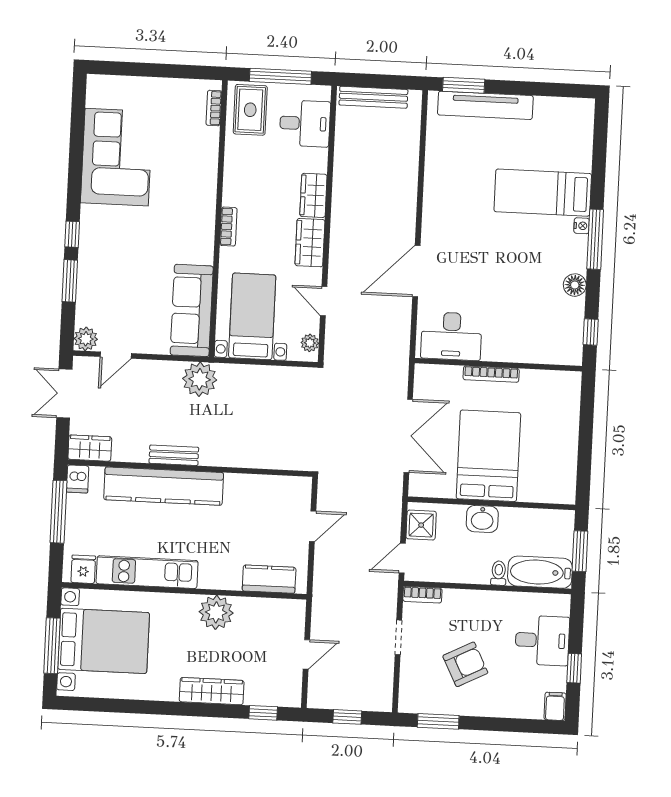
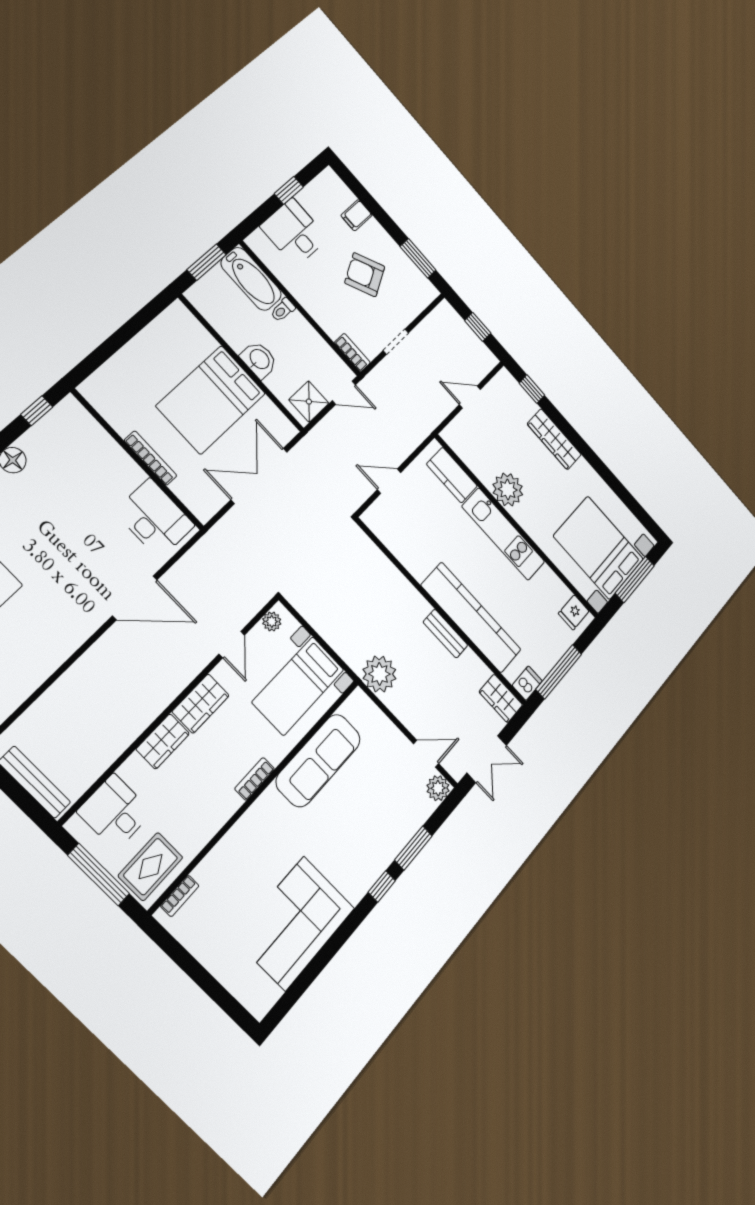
sofa: (192, 310) -> (318, 760), moved
kitchen unit: (147, 572) -> (503, 534), moved
filing cabinet: (555, 706) -> (357, 215), moved

